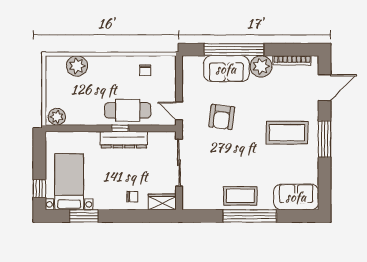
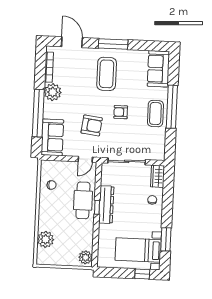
sofa: (226, 69) -> (52, 137), moved
armchair: (240, 152) -> (121, 112), added

